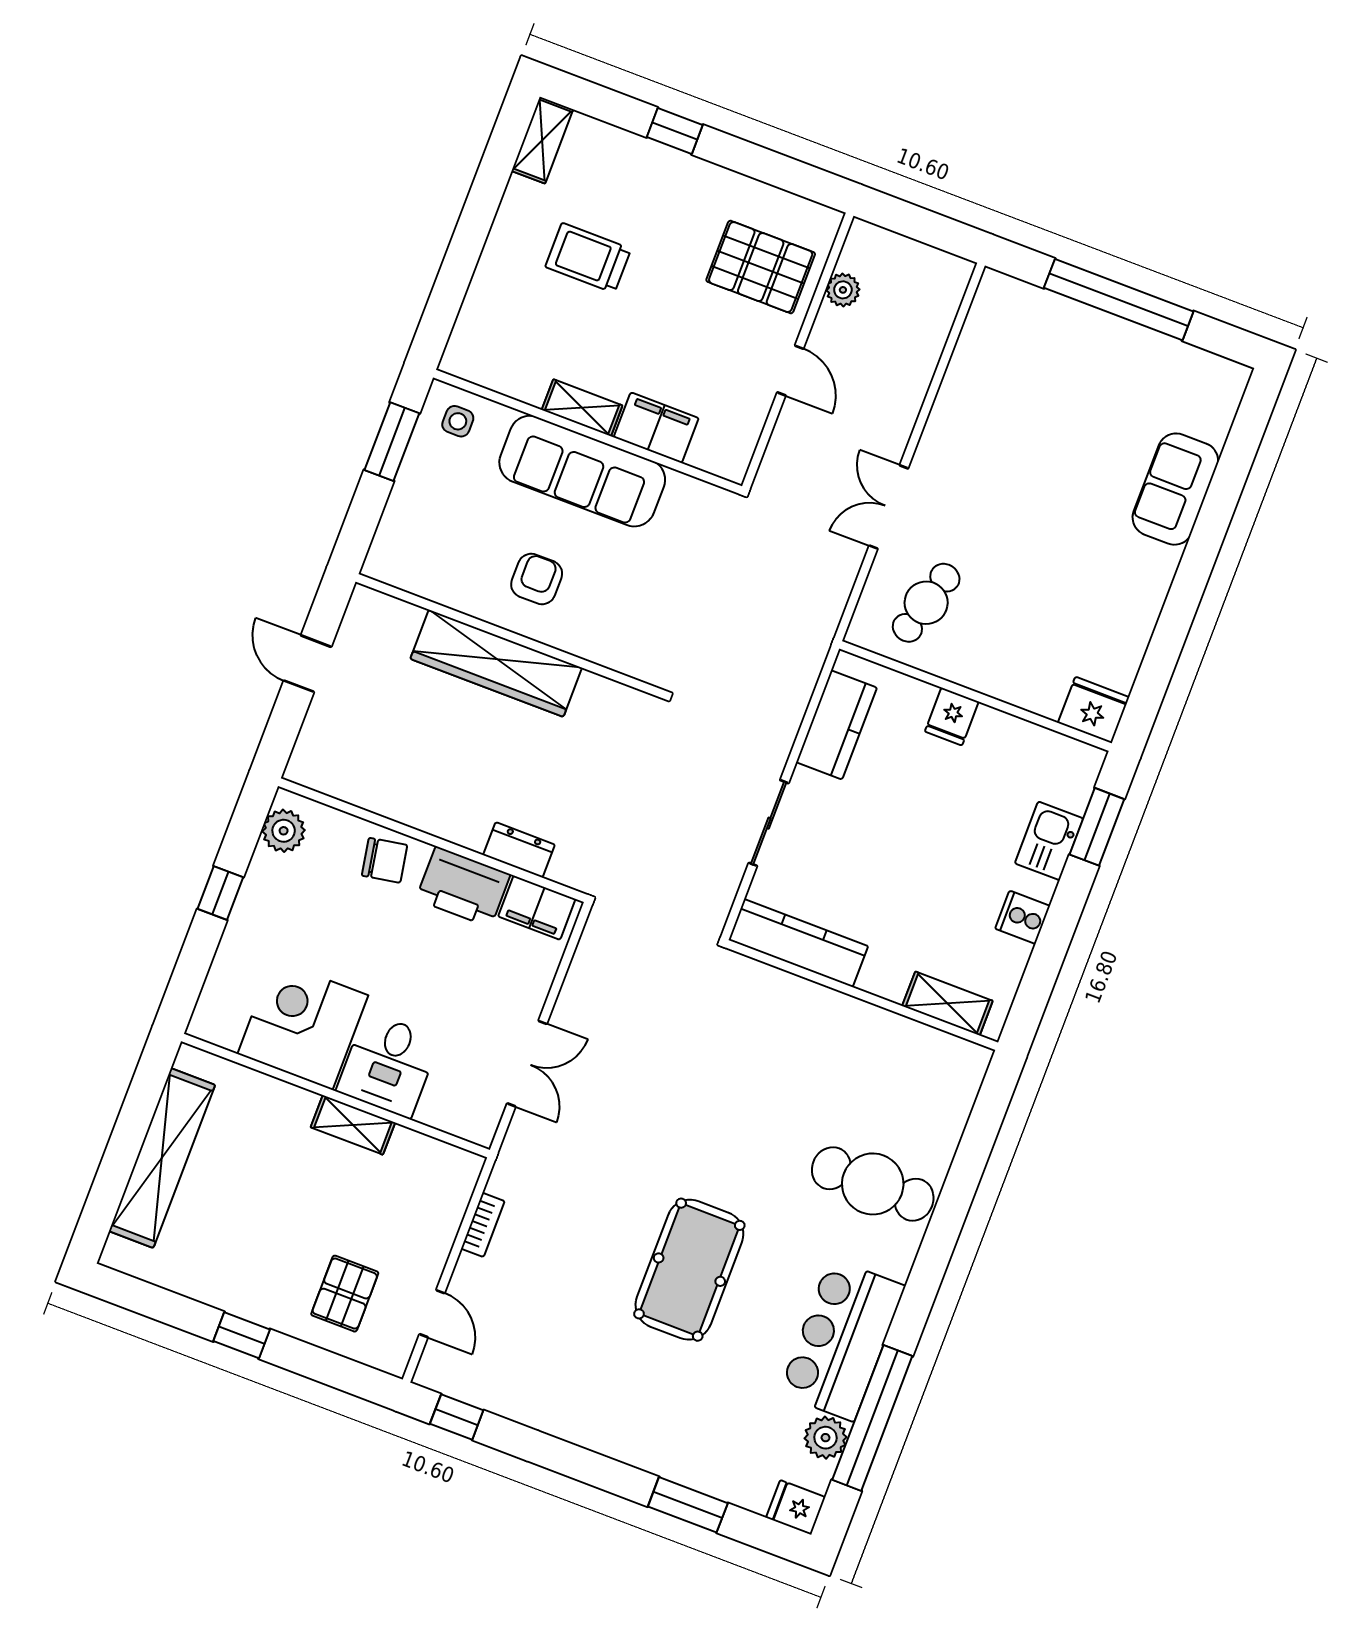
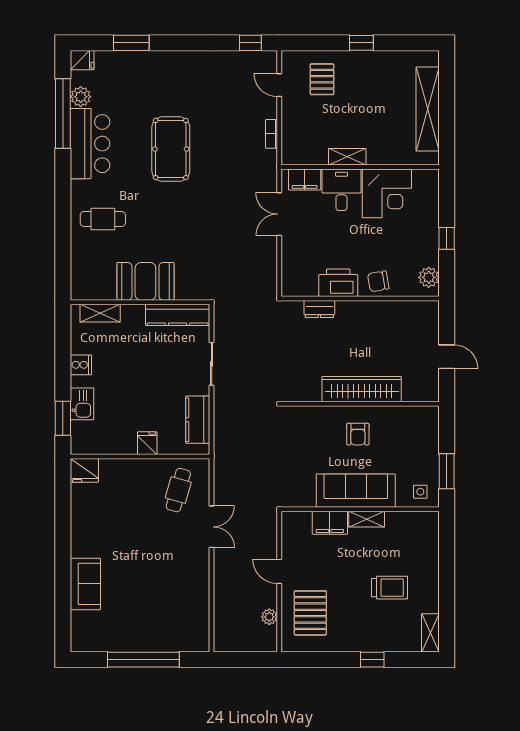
pallet: (761, 267) -> (310, 613), turned 90
filing cabinet: (537, 908) -> (305, 179), moved, turned 180
booth: (836, 1032) -> (145, 281), added
cafe table: (873, 1184) -> (103, 219), width x0.73, depth x0.74

